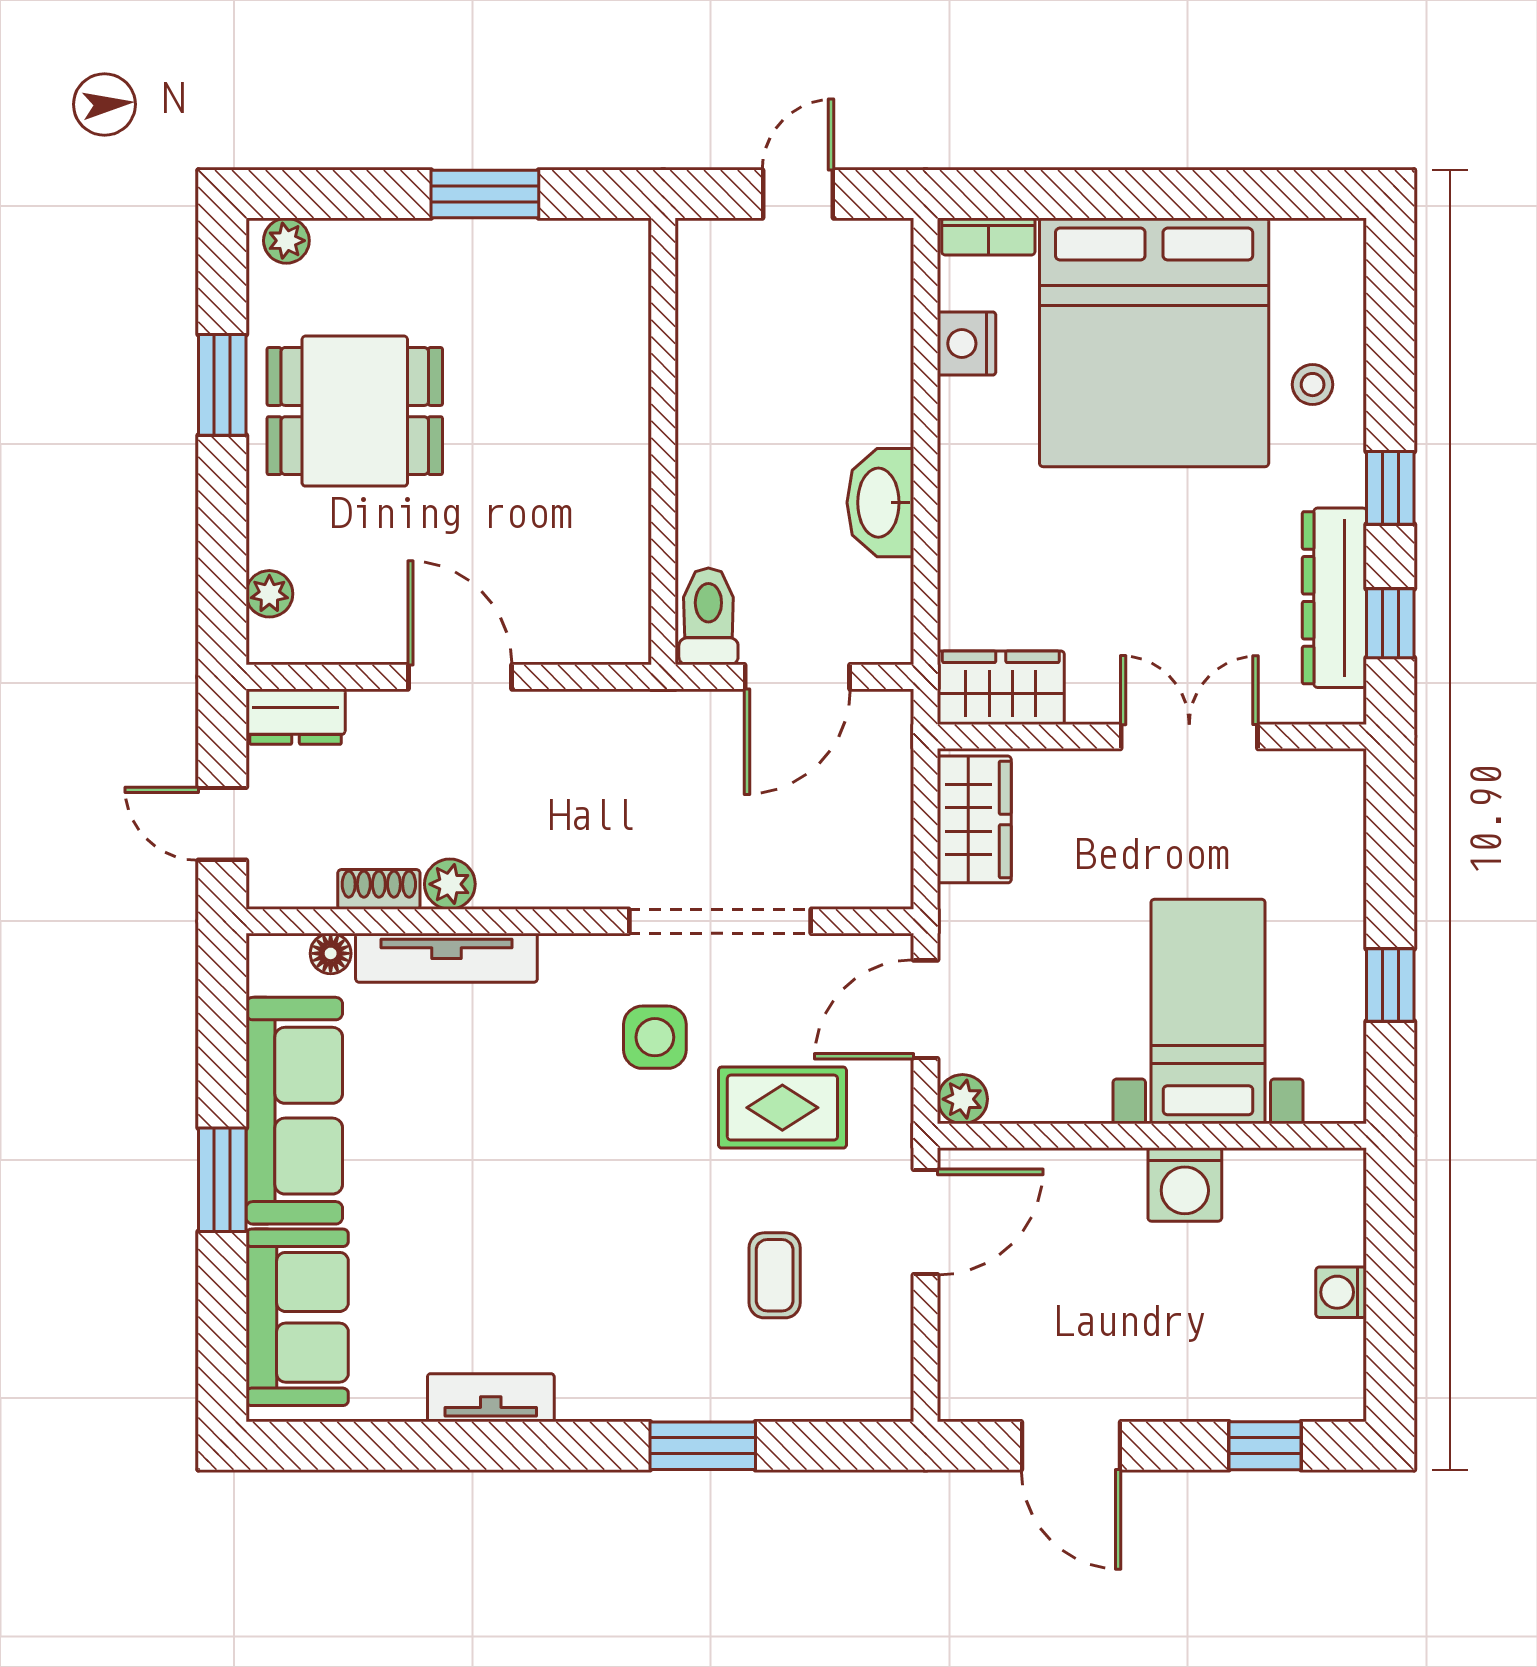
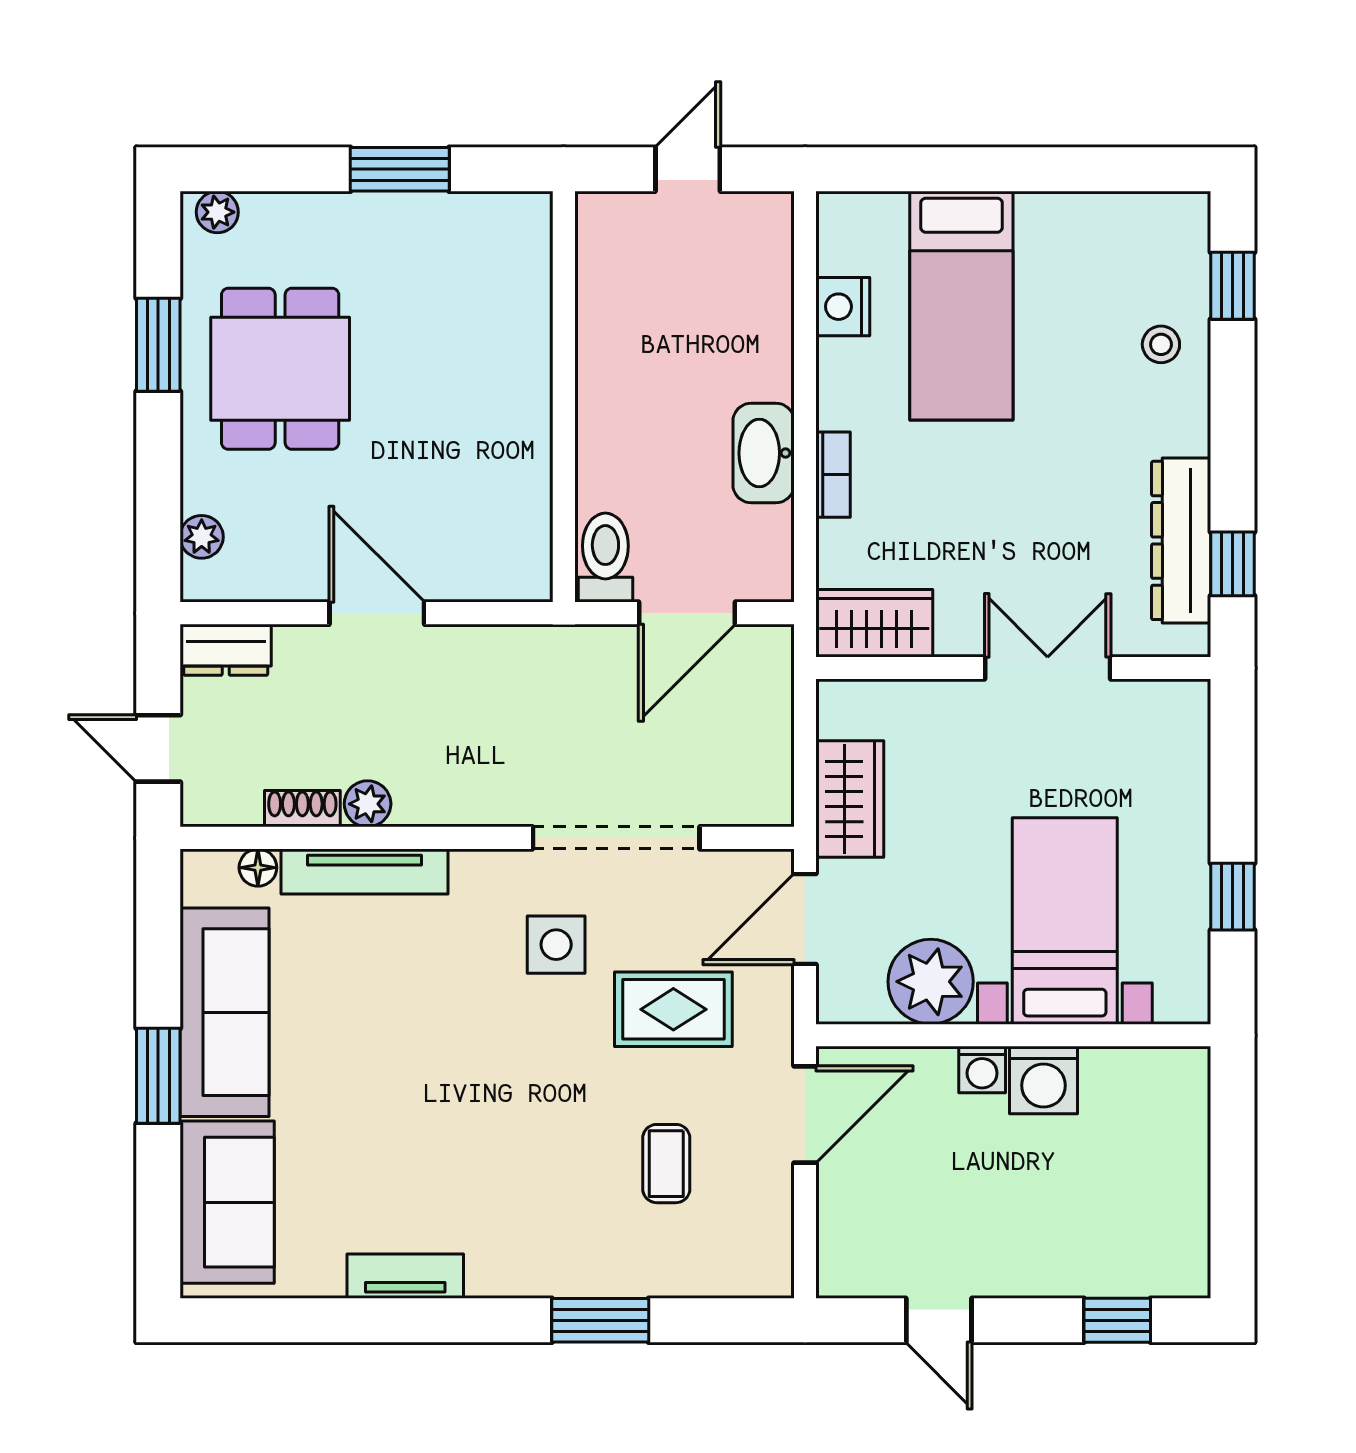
bookcase: (988, 237) -> (833, 475), moved, turned -90
bed: (1154, 342) -> (961, 306), width x0.49
dining table: (355, 411) -> (280, 369), turned 90
window: (1390, 488) -> (1233, 286), moved
wardrobe: (974, 819) -> (850, 799), moved
plant: (963, 1099) -> (931, 982), moved, width x1.88, depth x1.88
washing machine: (1341, 1292) -> (982, 1069), moved, turned -90
door: (1071, 1446) -> (939, 1320), width x0.73

